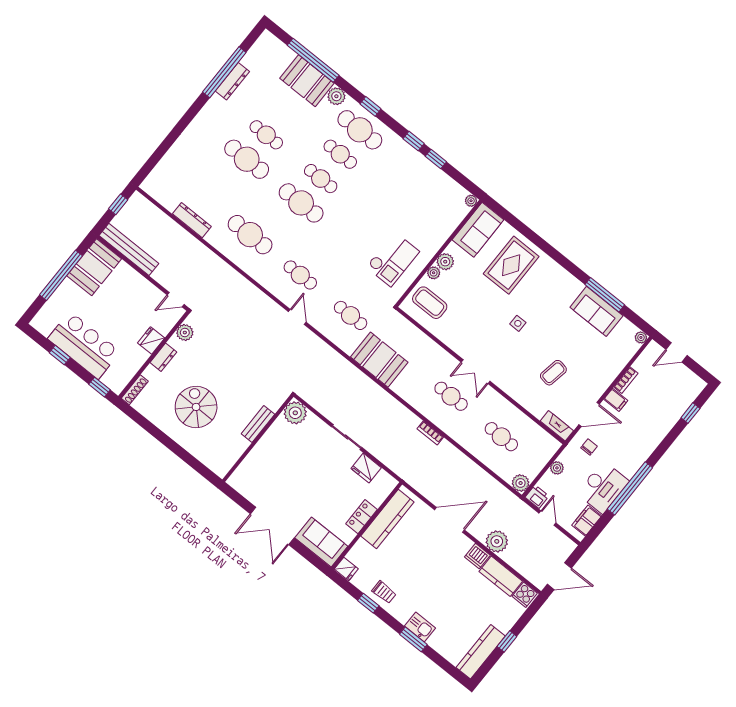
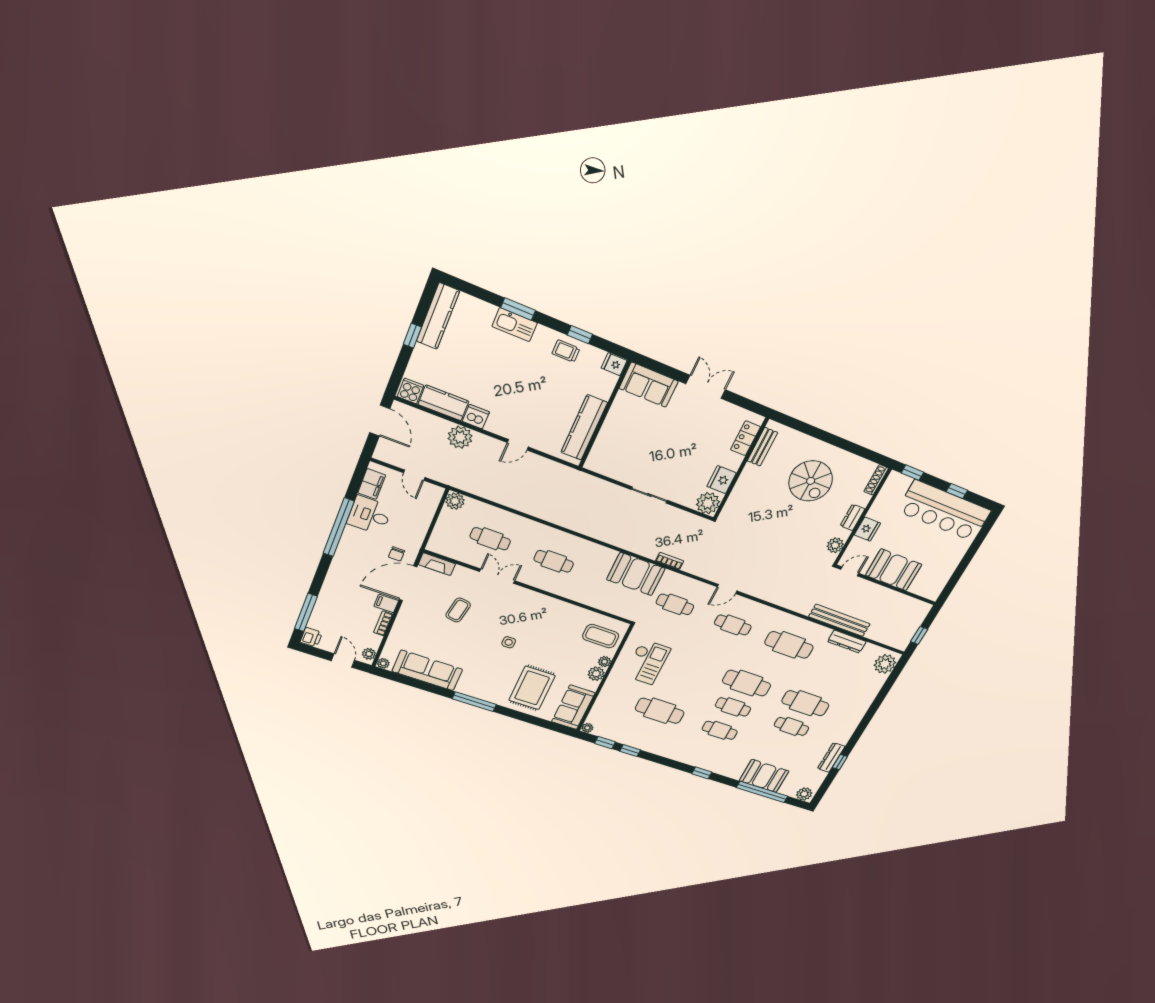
window: (224, 72) -> (840, 762), width x0.32
plant: (336, 96) -> (804, 794), moved
cafe table: (360, 130) -> (660, 711), moved
window: (414, 141) -> (605, 743), moved
plant: (158, 181) -> (885, 664), added
bench: (129, 249) -> (839, 620), moved
checkout: (393, 259) -> (647, 662), turned 180
booth: (94, 267) -> (894, 570), moved, turned 90
window: (61, 275) -> (965, 562), removed
window: (605, 295) -> (474, 702), moved
sofa: (596, 311) -> (427, 670), width x1.36
door: (297, 317) -> (727, 589), hinge flipped
bar counter: (84, 345) -> (944, 511), width x1.36
door: (676, 352) -> (343, 660), hinge flipped
double door: (476, 372) -> (497, 576), moved
window: (690, 413) -> (306, 612), width x2.17
door: (589, 414) -> (408, 583), width x1.36
bench: (258, 424) -> (762, 447), moved
bookcase: (430, 433) -> (670, 561), moved
fridge: (366, 468) -> (722, 480), moved, turned -90
plant: (557, 468) -> (369, 654), moved
desk: (603, 487) -> (369, 515), width x0.73
printer: (537, 497) -> (311, 637), moved, turned -90
locker: (361, 517) -> (745, 438), moved, turned 180
door: (450, 520) -> (518, 445), width x0.53
double door: (272, 526) -> (706, 387), width x0.73
door: (559, 576) -> (380, 421), swing flipped
kitchen sink: (420, 627) -> (515, 325), width x1.38

